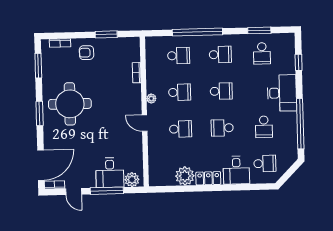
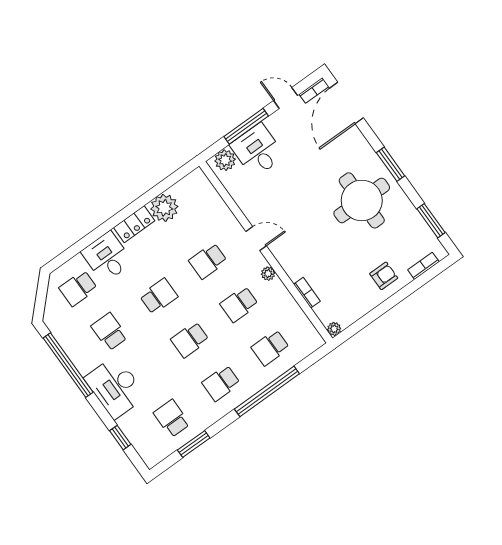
window: (106, 34) -> (375, 314), removed
plant: (135, 42) -> (334, 329), added

